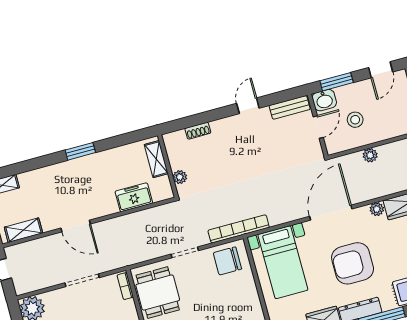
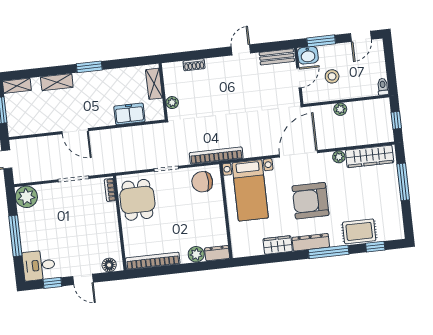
shelving: (23, 230) -> (57, 82), moved

